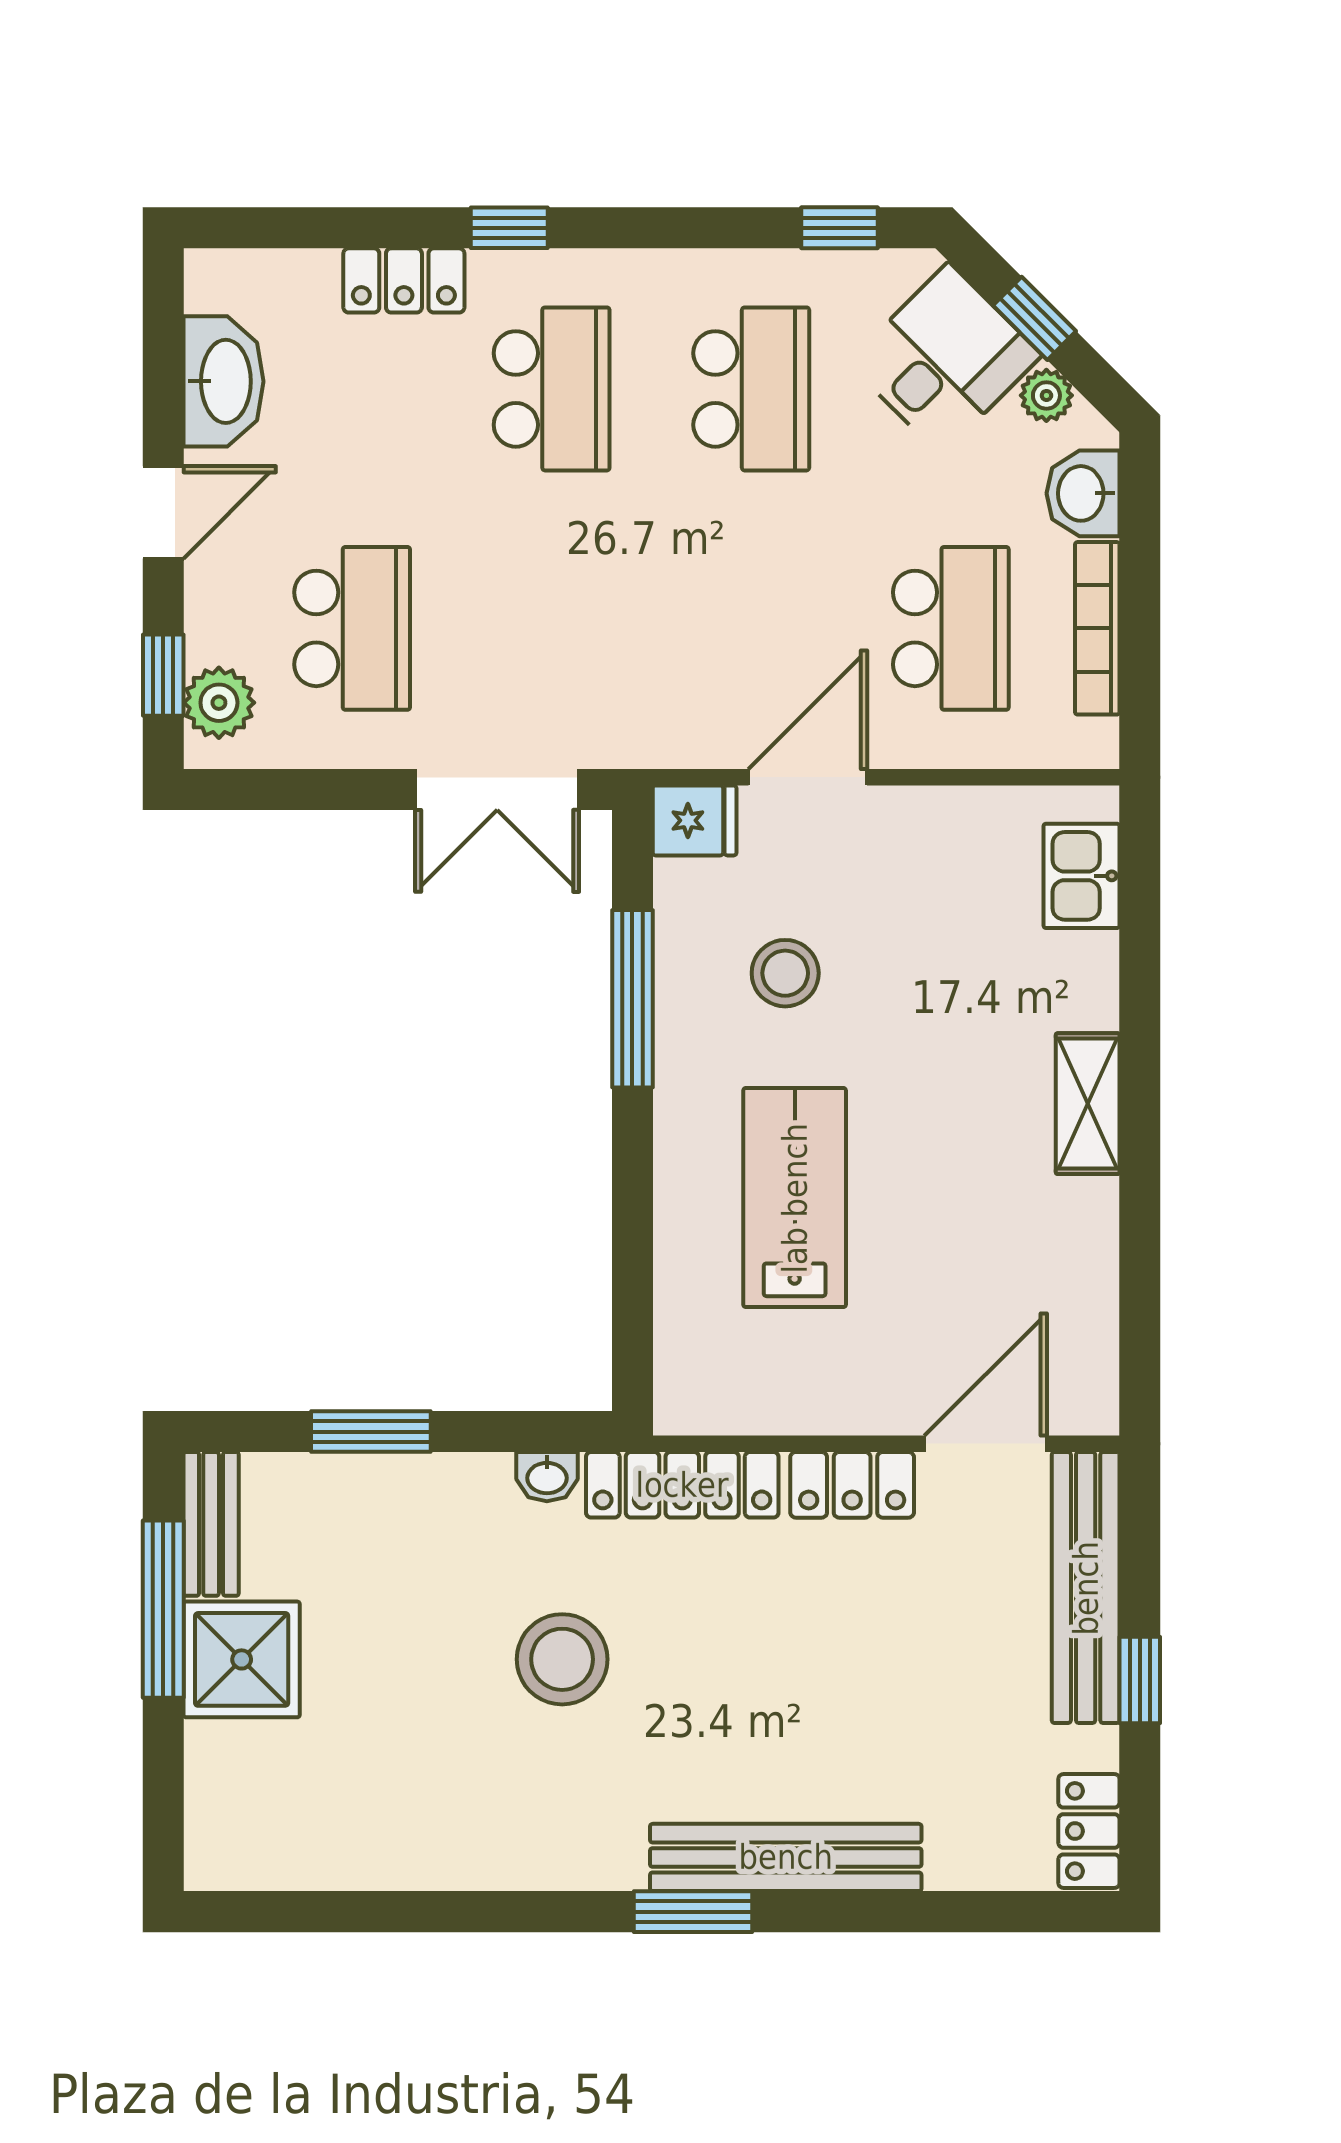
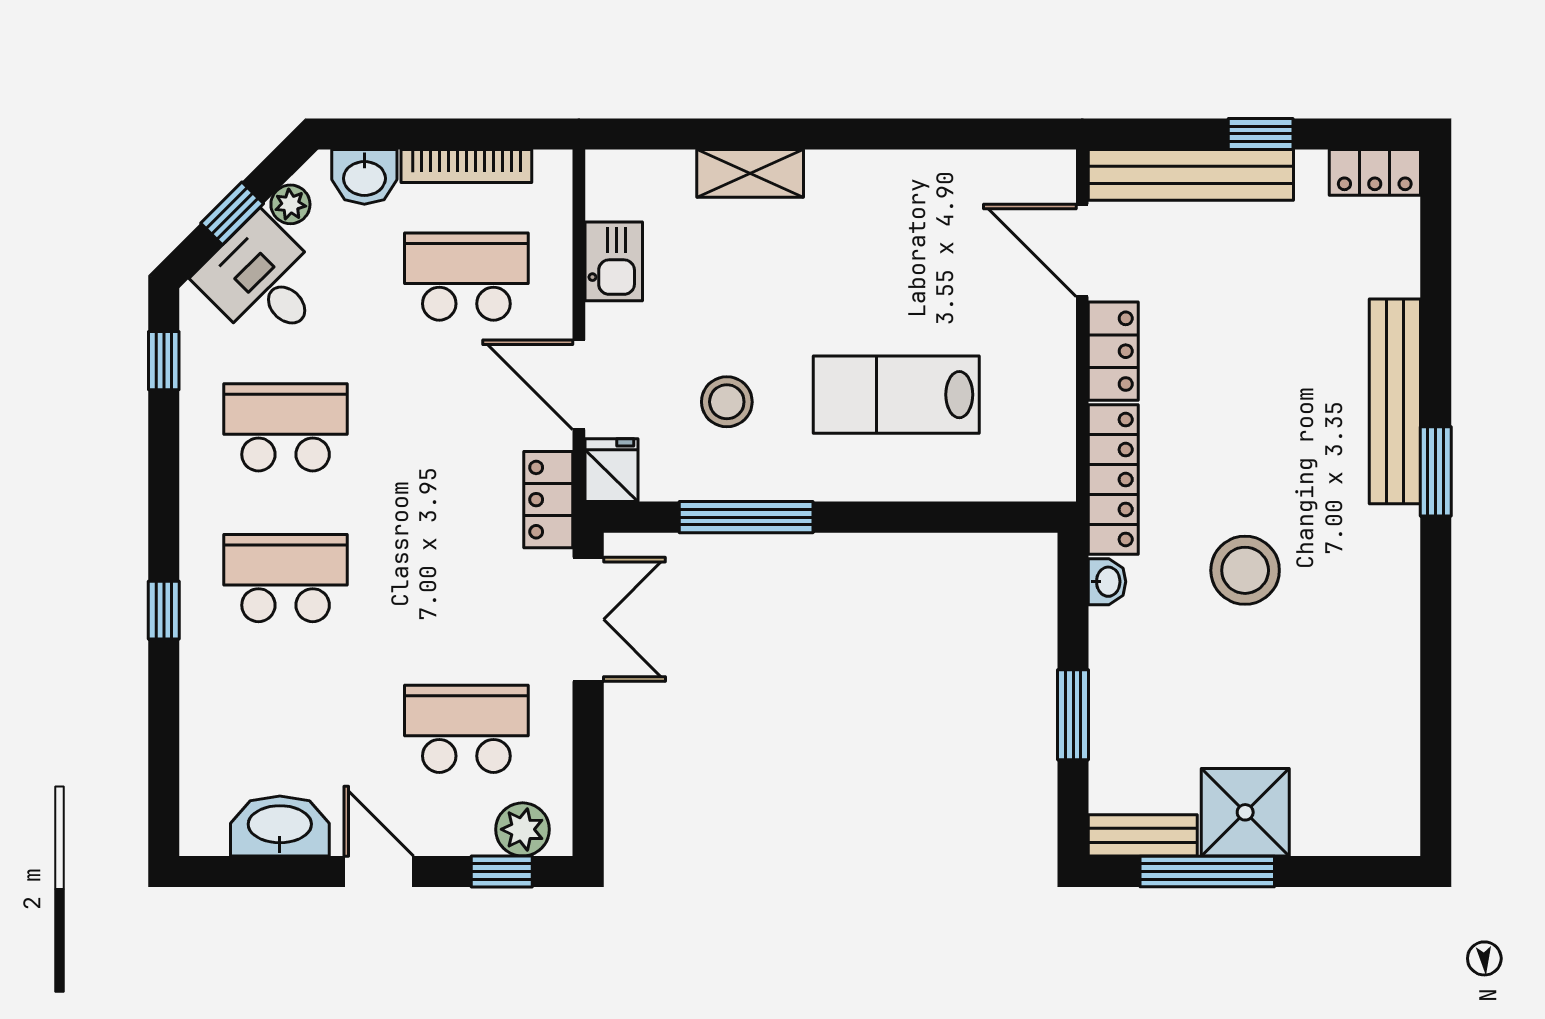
locker: (404, 280) -> (548, 500), moved, turned 180
kitchen sink: (1081, 876) -> (614, 261), moved, turned -90
shelving: (1088, 1104) -> (750, 173), moved

